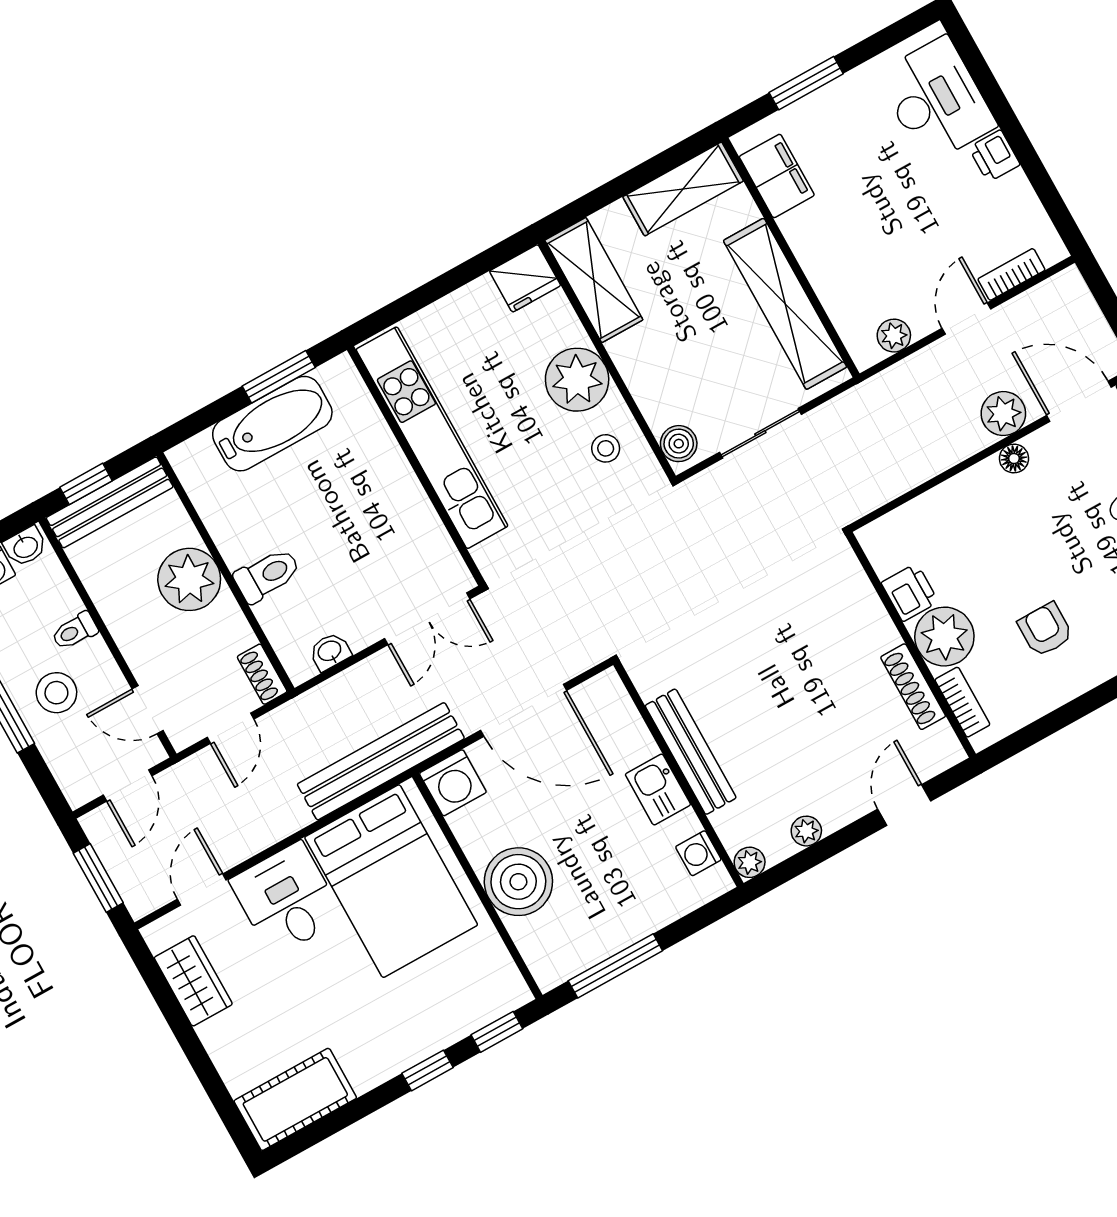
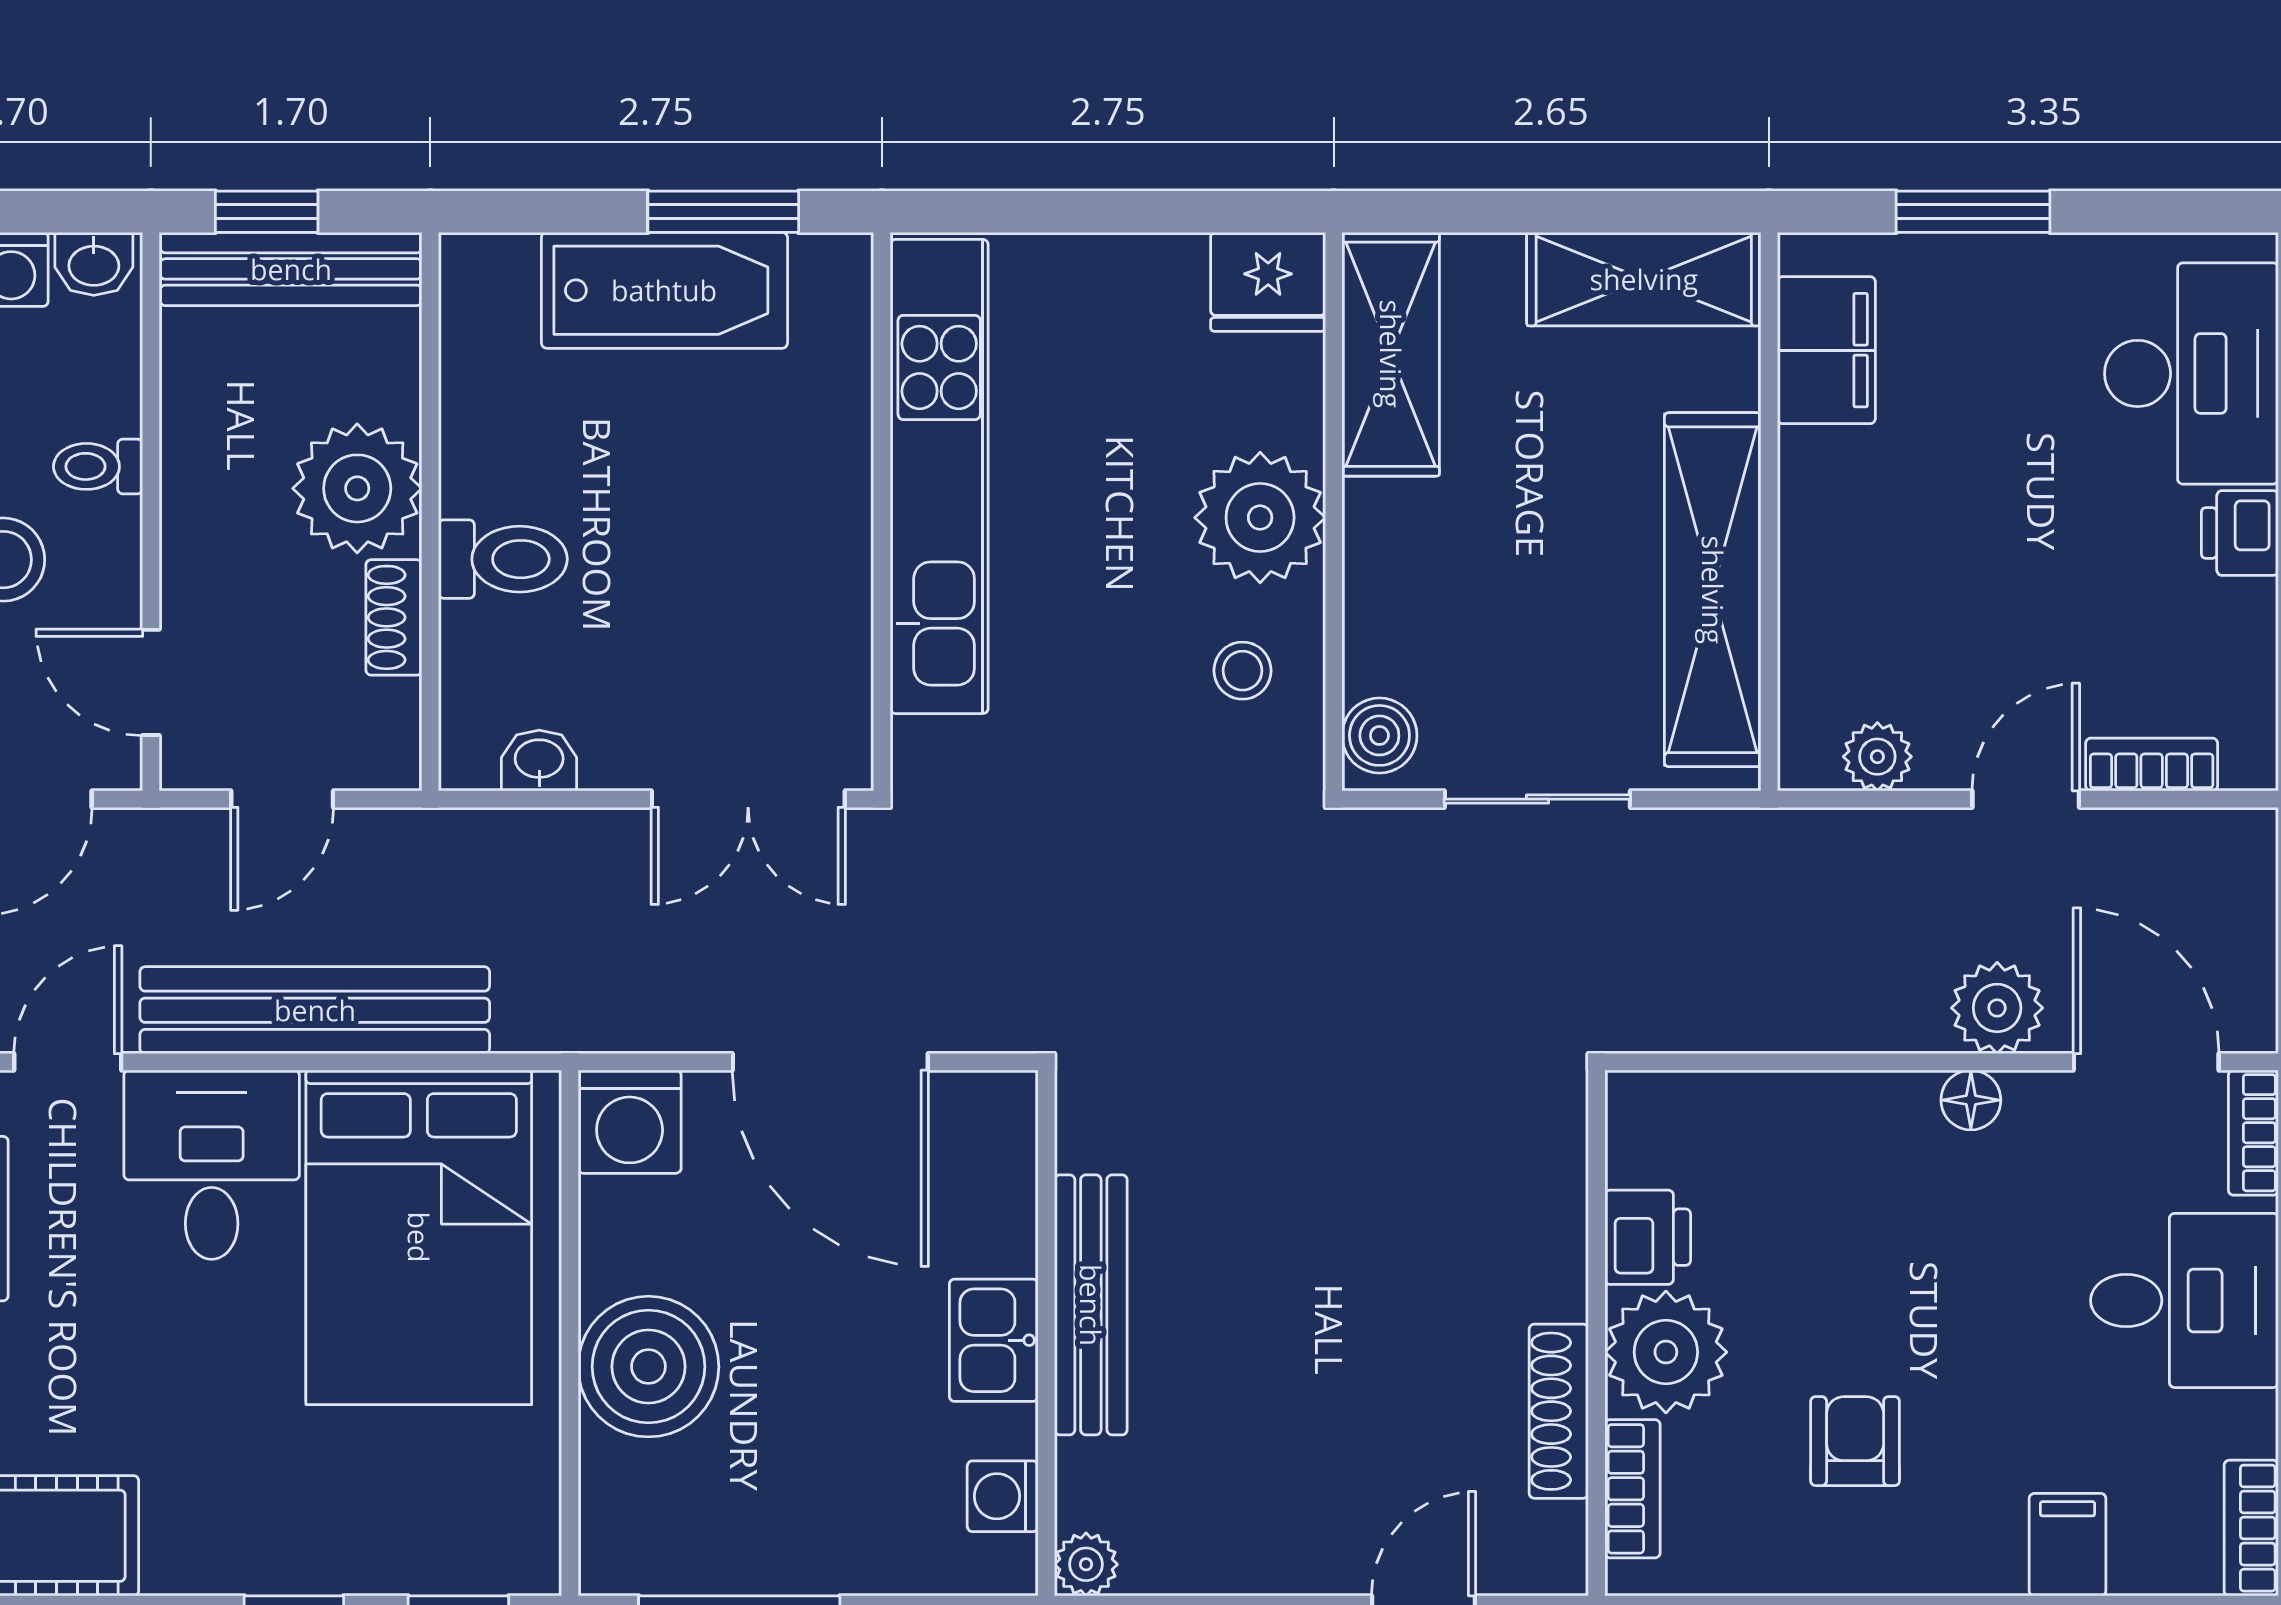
shoe rack: (262, 674) -> (394, 617), moved
bench: (381, 761) -> (315, 1010), moved
plant: (806, 831) -> (1220, 1565), removed

